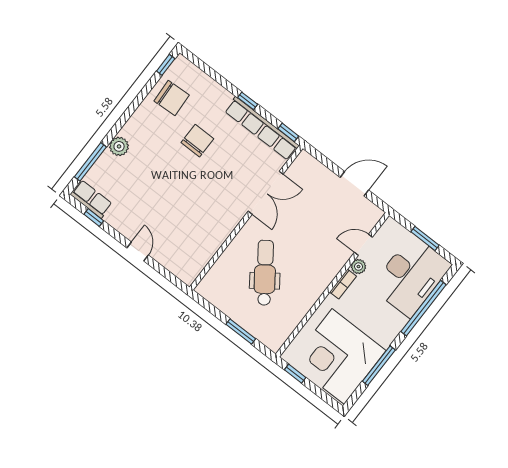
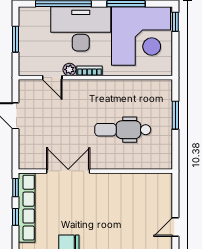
window: (248, 101) -> (15, 217), moved
dental chair: (265, 273) -> (123, 130), turned 36
desk: (411, 276) -> (81, 29), moved
window: (295, 374) -> (175, 22), moved

